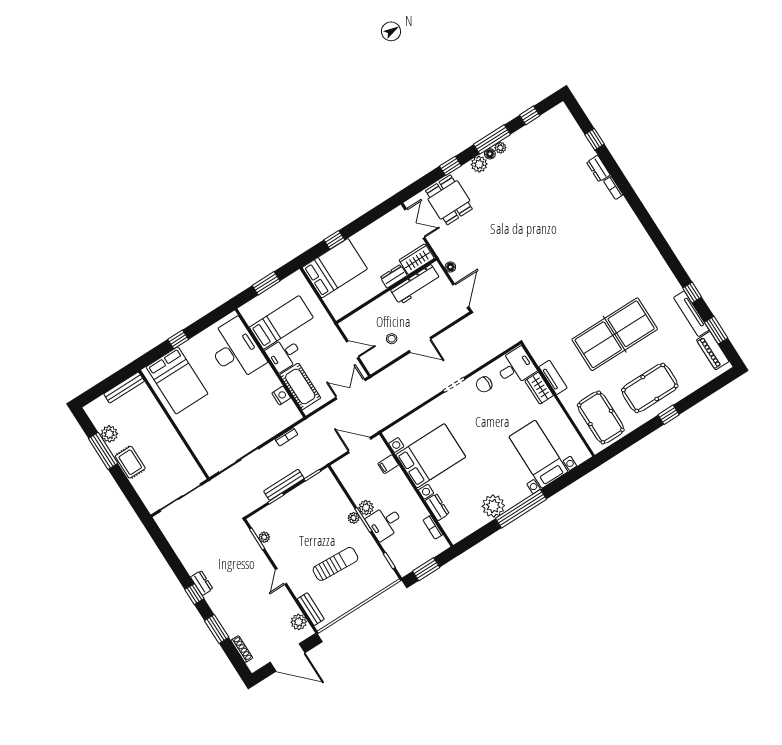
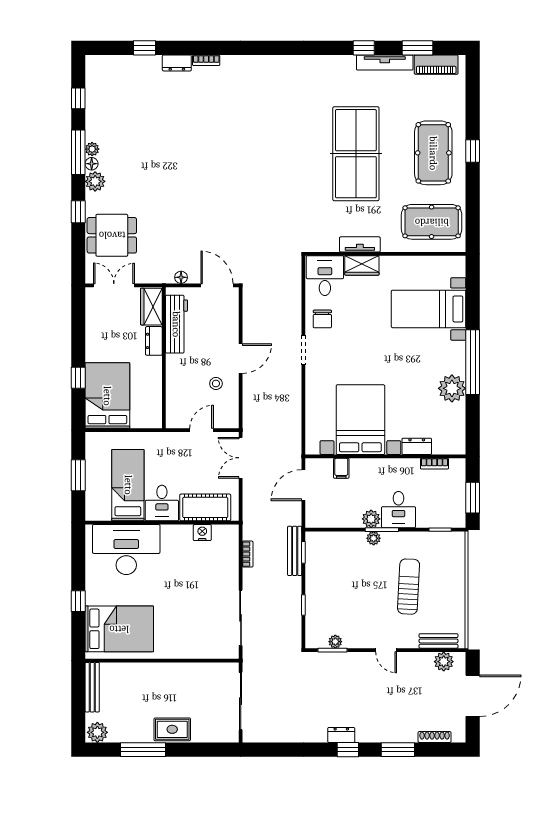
plant: (109, 434) -> (97, 732), moved
bench: (284, 485) -> (295, 551), moved

